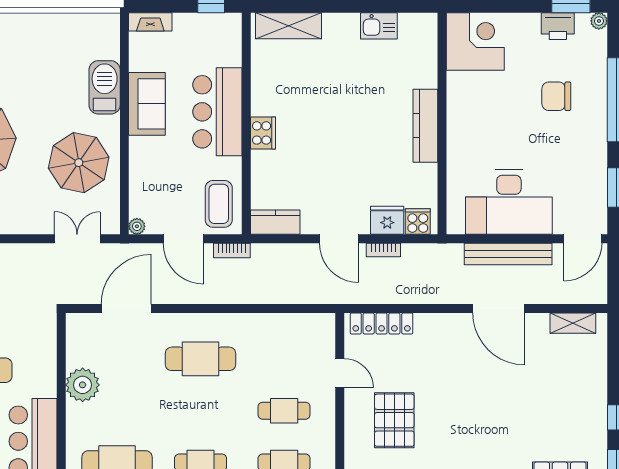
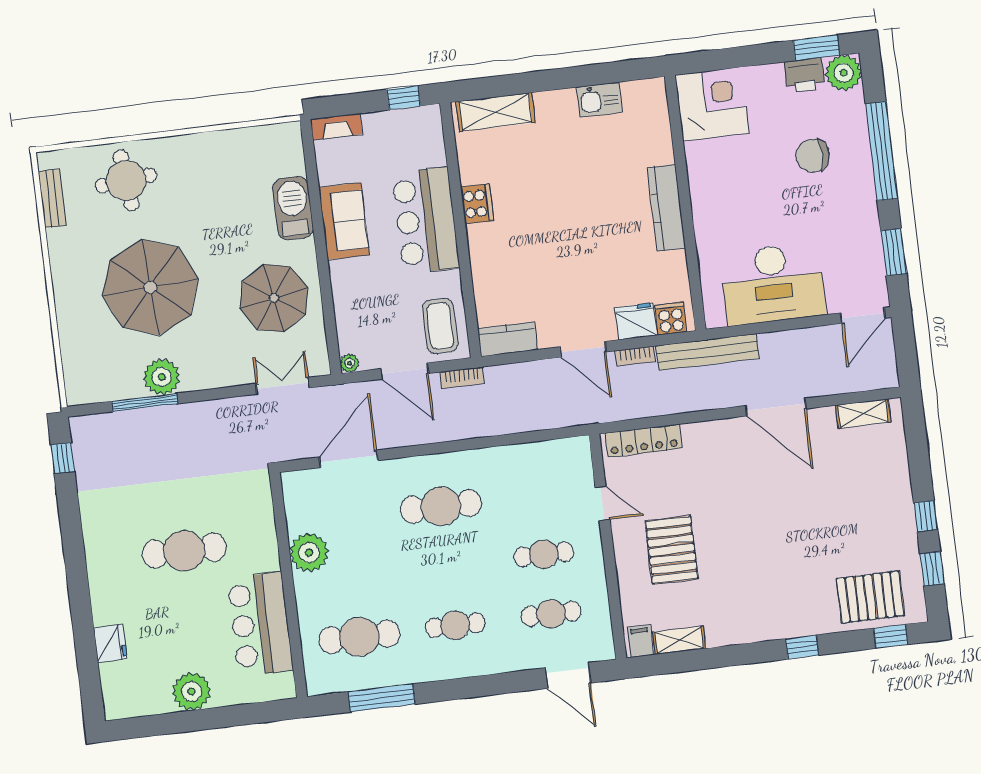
plant: (599, 21) -> (844, 73), width x1.87, depth x1.87
cooker: (263, 133) -> (477, 204), moved
bench: (508, 254) -> (708, 352), moved

